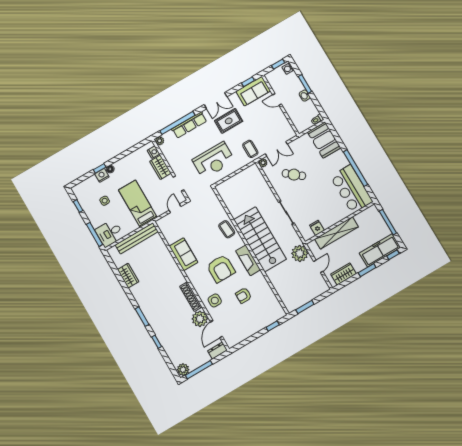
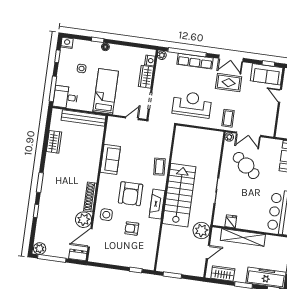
reception desk: (214, 160) -> (192, 104), turned 180
nightstand: (102, 175) -> (67, 43), moved
cafe table: (294, 175) -> (246, 166), width x1.37, depth x1.35

